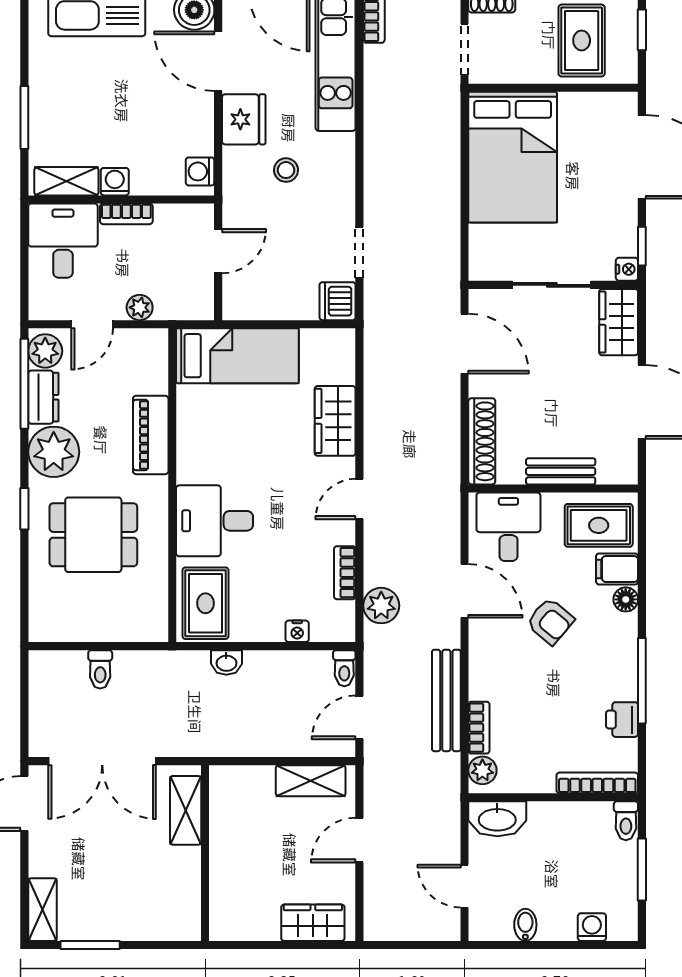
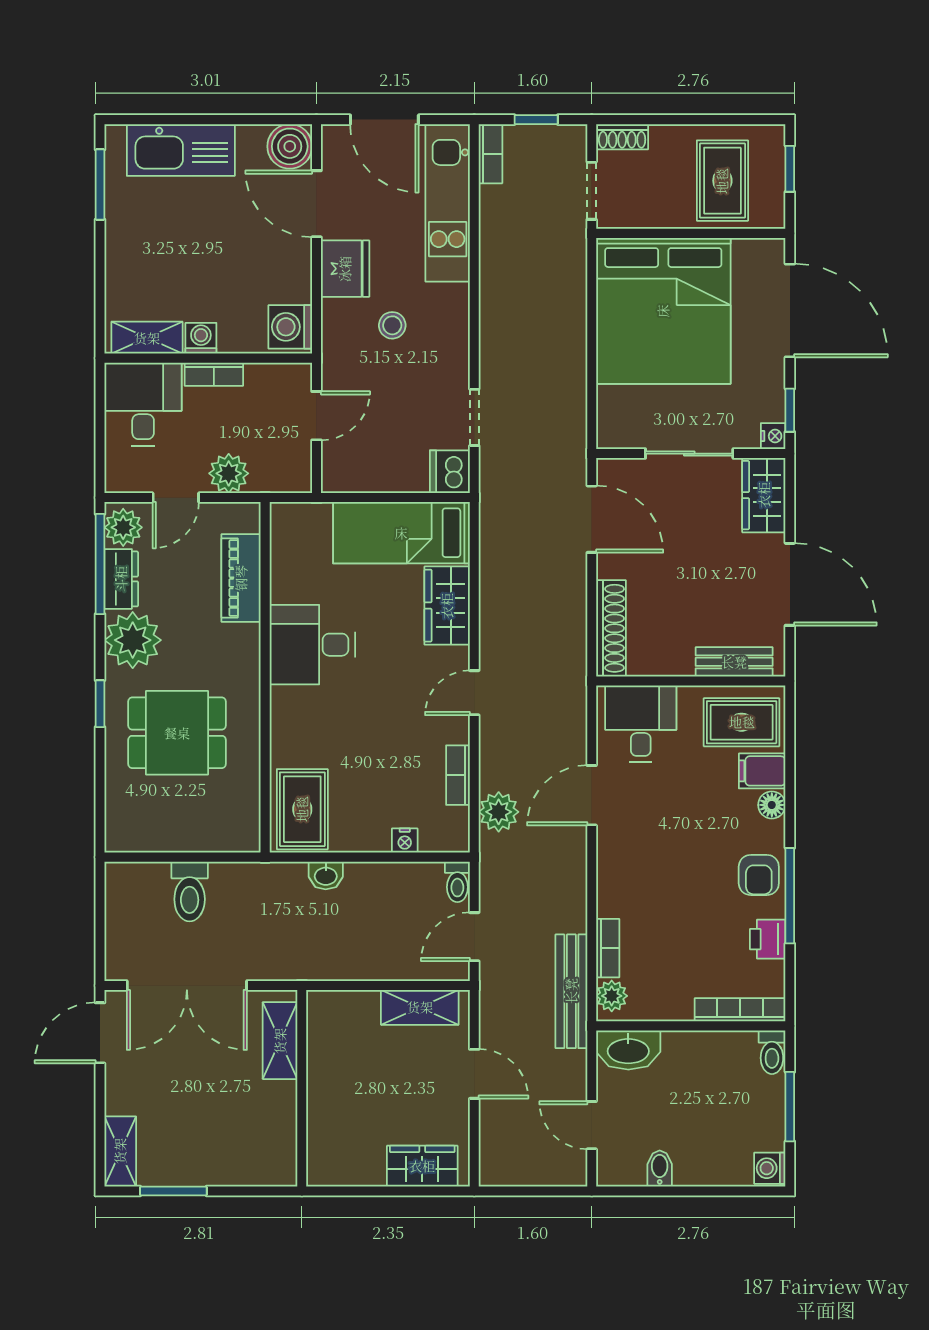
window: (24, 117) -> (100, 185), moved
bed: (513, 157) -> (663, 311), width x1.36
washing machine: (200, 171) -> (290, 327), width x1.38, depth x1.38
plant: (140, 307) -> (229, 473), width x1.38, depth x1.38
bed: (237, 356) -> (401, 533), moved, turned 180
piano: (151, 435) -> (241, 578), moved
bench: (561, 471) -> (734, 662), moved
desk: (215, 521) -> (312, 645), moved
door: (465, 591) -> (592, 795), swing flipped
armchair: (550, 621) -> (759, 875), moved, turned 50
toilet: (100, 669) -> (190, 891), width x1.37, depth x1.39
bench: (446, 700) -> (571, 991), moved
door: (359, 840) -> (474, 1074), swing flipped
washing machine: (592, 927) -> (770, 1168), moved, turned -90

